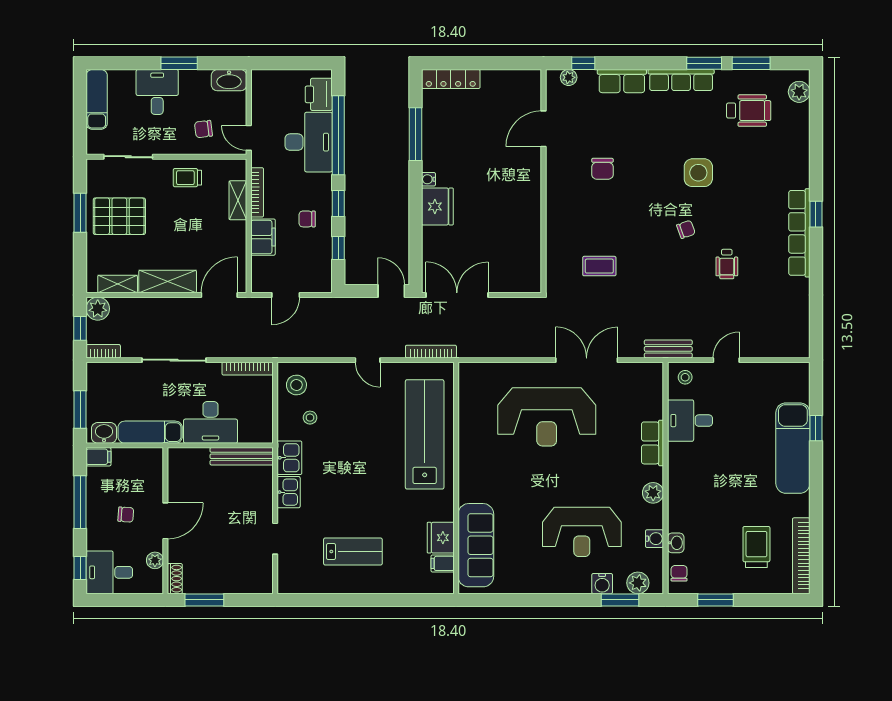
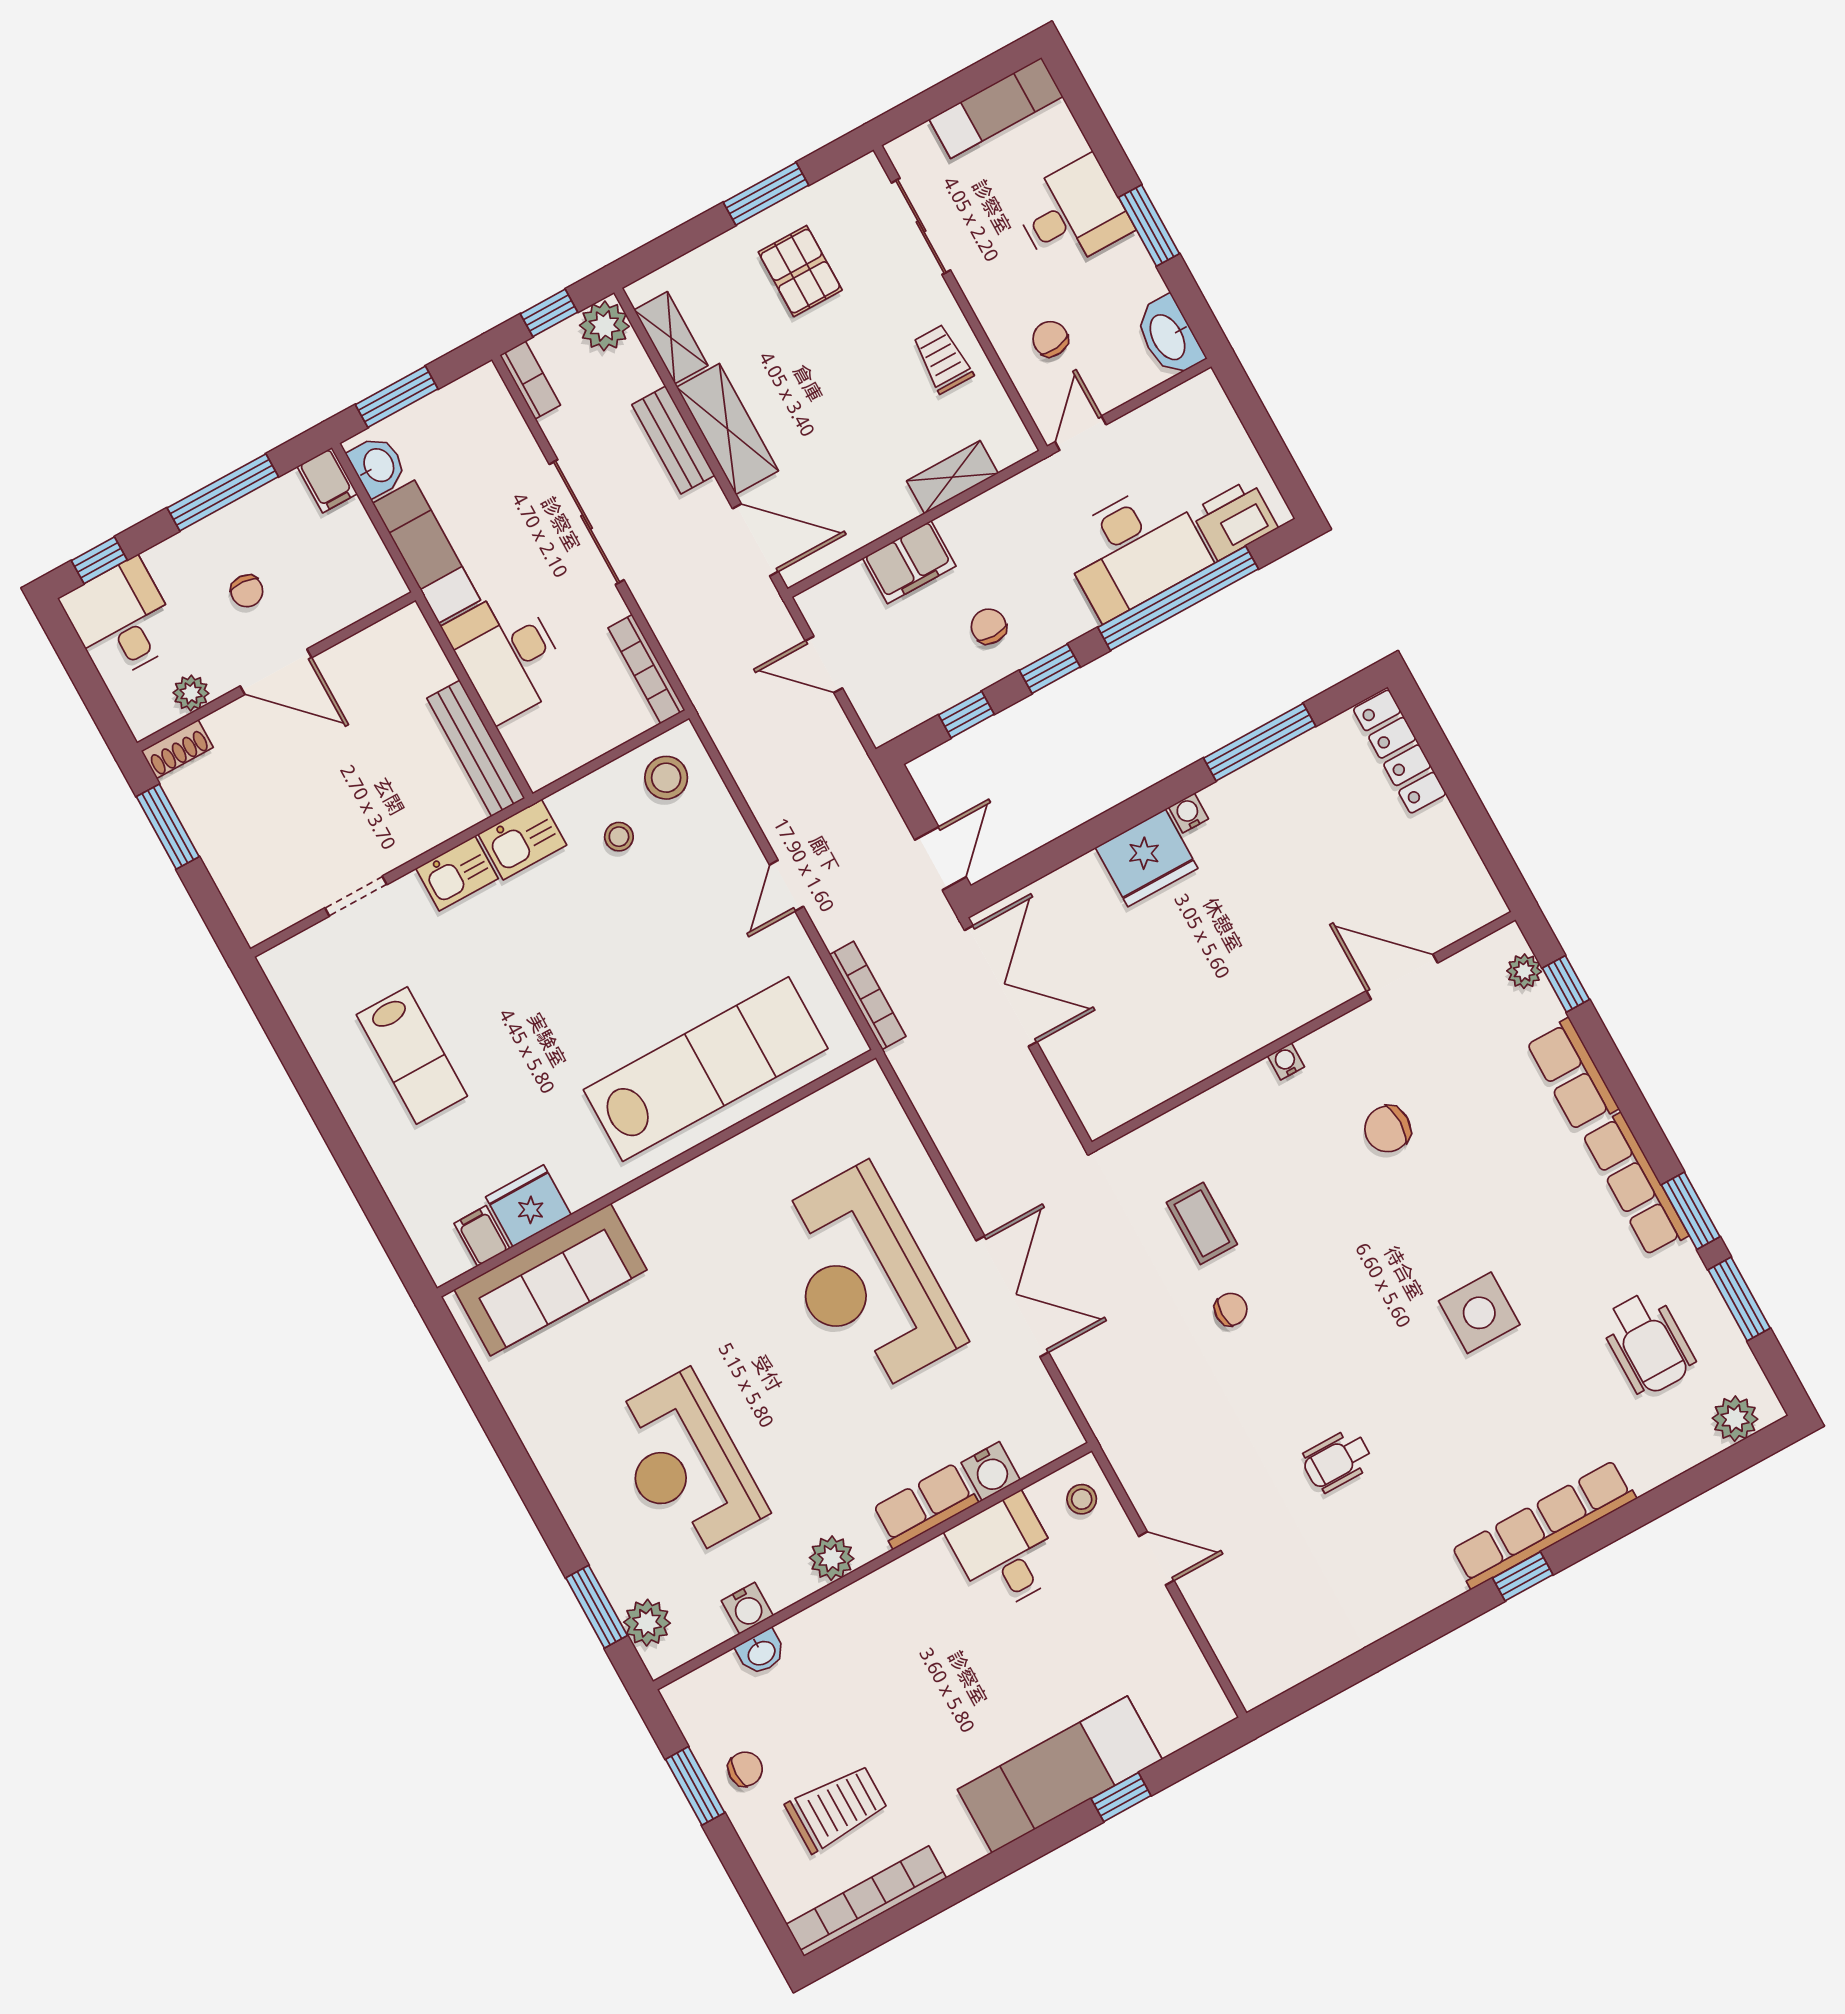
bookcase: (257, 192) -> (987, 505), removed
water cooler: (552, 195) -> (1286, 1061), added
pallet: (119, 216) -> (800, 271), width x0.67, depth x0.71
chair: (686, 229) -> (1231, 1309), moved, turned -70
row of seats: (799, 233) -> (1543, 1524), moved
bench: (668, 349) -> (673, 440), moved
chair: (679, 573) -> (745, 1769), moved
water cooler: (602, 584) -> (991, 1471), moved, turned -90

